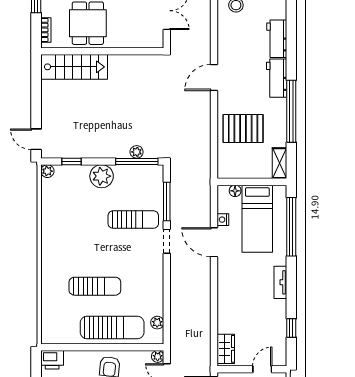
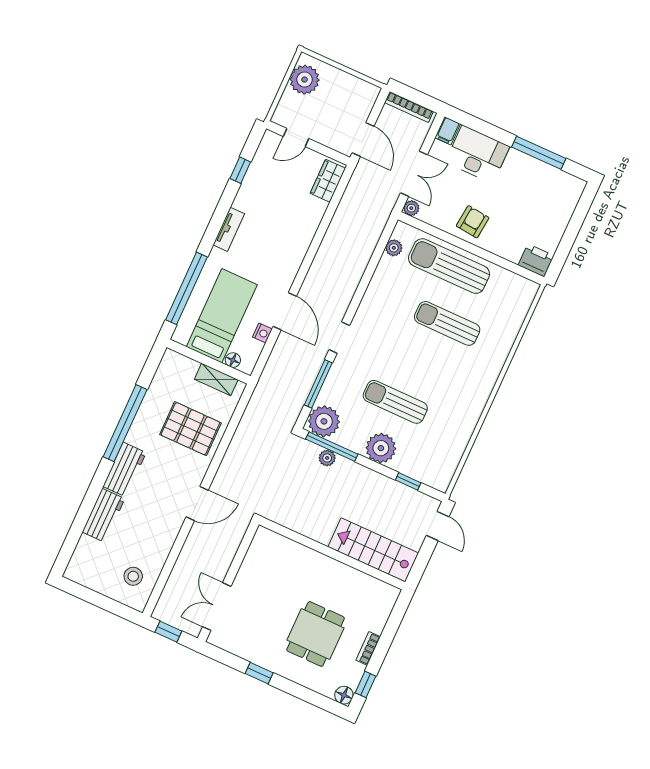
wall: (102, 51) -> (332, 553), moved
stairs: (74, 67) -> (373, 550), moved
shelving: (279, 163) -> (216, 379), moved, turned 90
plant: (47, 171) -> (324, 421), moved, width x1.88, depth x1.88
sun lounger: (133, 220) -> (395, 402), moved

